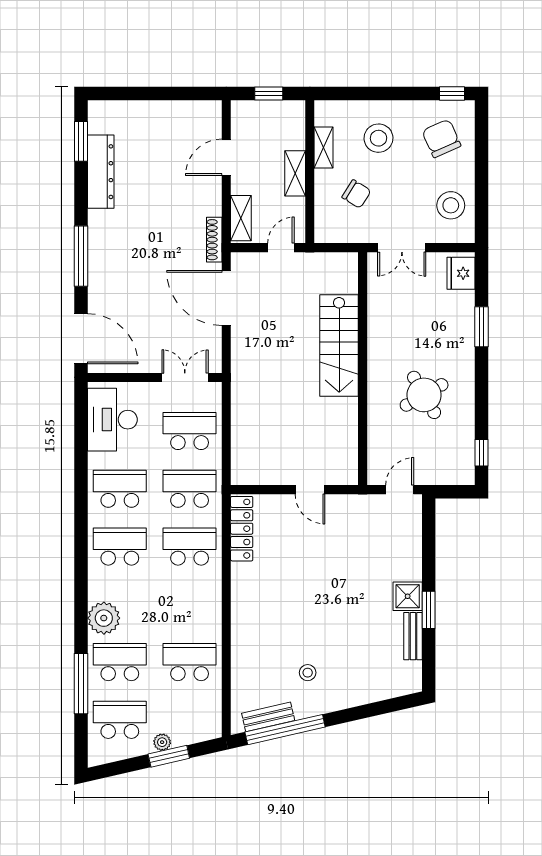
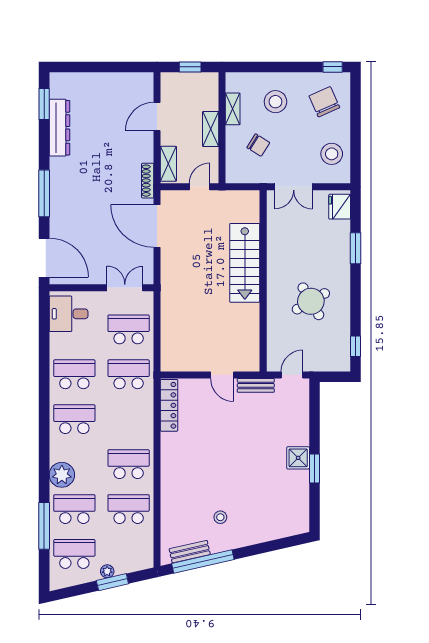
desk: (112, 420) -> (69, 314), width x0.73
school desk: (190, 547) -> (129, 464), moved
bench: (413, 636) -> (256, 385), moved, turned 90

